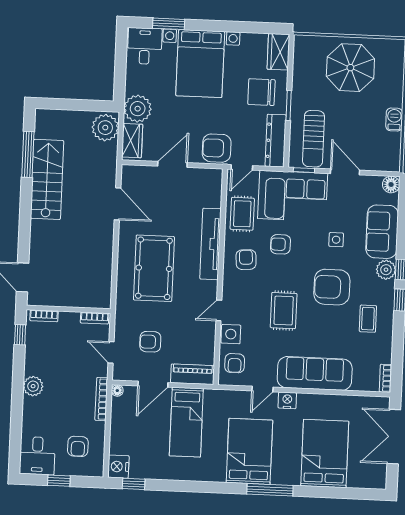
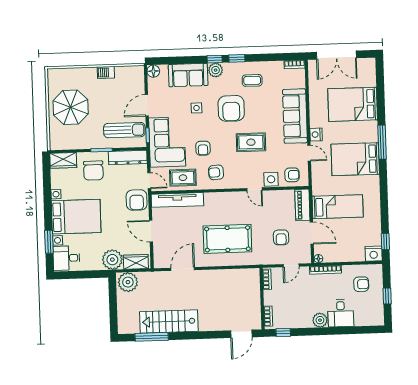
tv unit: (211, 244) -> (177, 200), moved
desk: (37, 456) -> (341, 313), moved, turned 90

